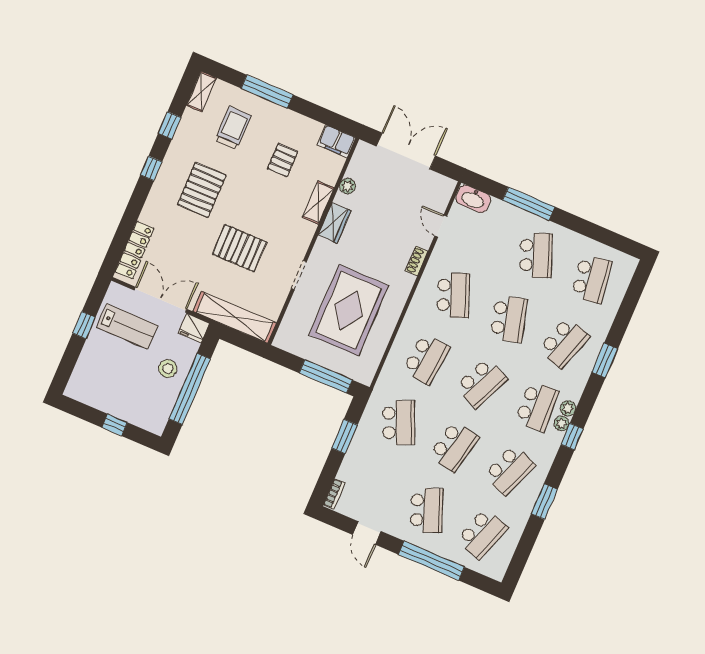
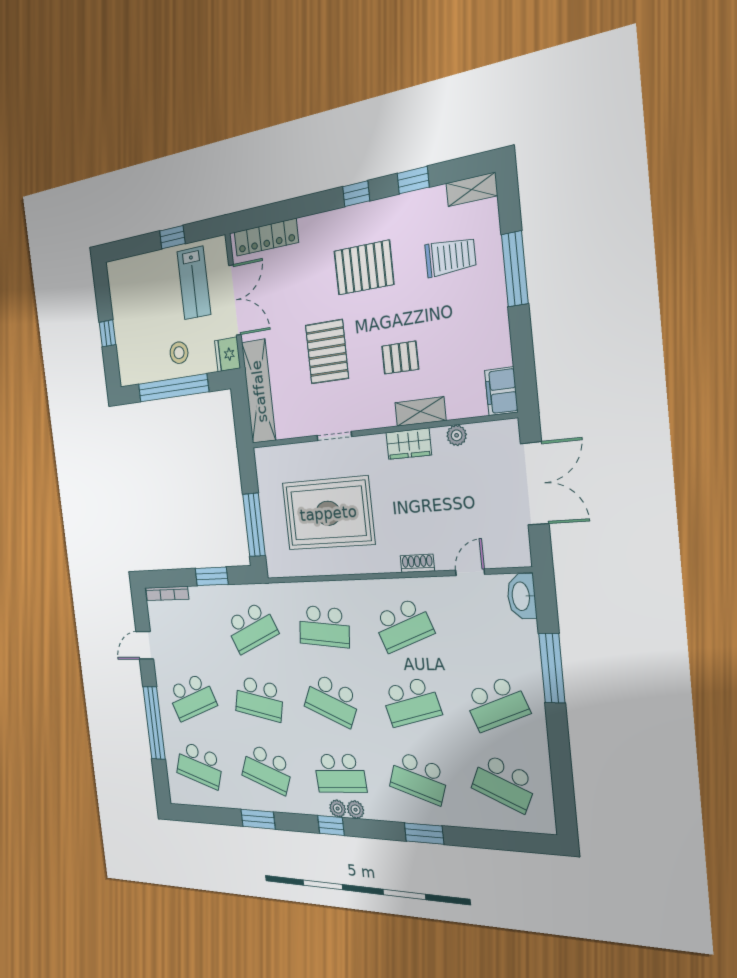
pallet: (283, 160) -> (400, 358), moved
school desk: (591, 279) -> (504, 783), turned 33
bookcase: (334, 494) -> (167, 594), width x1.56

